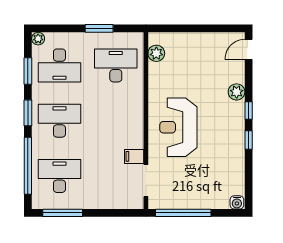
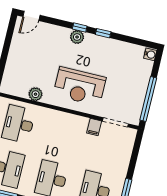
door: (249, 49) -> (31, 16), hinge flipped
plant: (156, 53) -> (35, 94), moved
plant: (237, 92) -> (77, 37), moved

